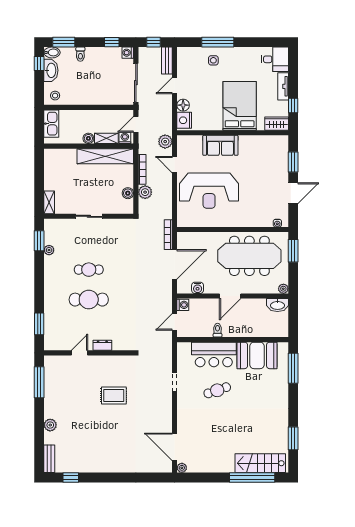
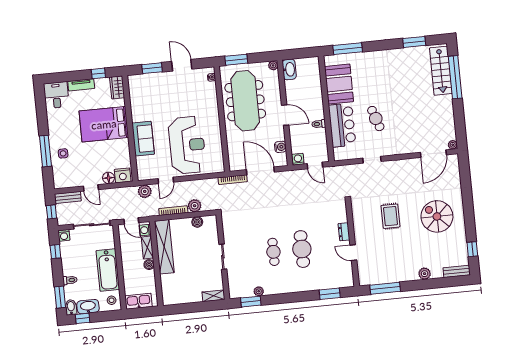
bathtub: (87, 95) -> (108, 270), added
spiral stairs: (109, 444) -> (437, 216), added

